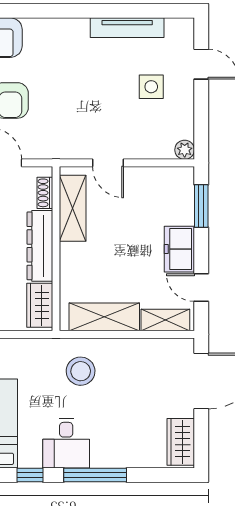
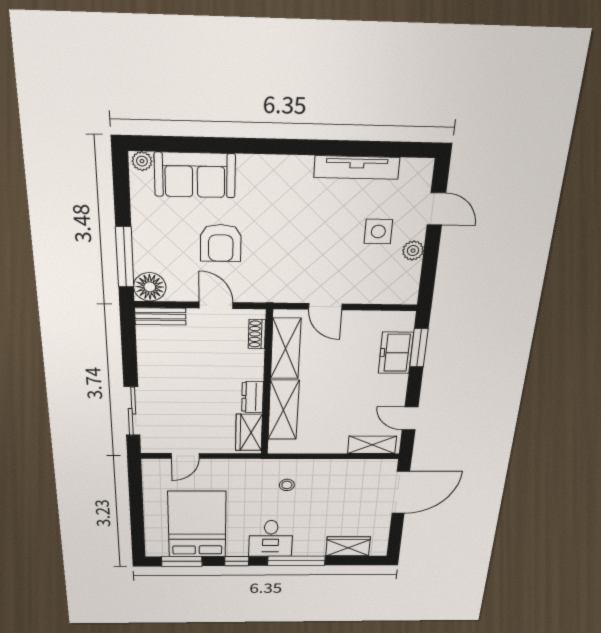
plant: (185, 150) -> (413, 251), moved
dresser: (40, 246) -> (252, 397), width x0.51, depth x0.80
freezer: (179, 249) -> (396, 353), moved
shelving: (104, 317) -> (283, 410), moved, turned 90
stool: (81, 371) -> (287, 485), width x0.53, depth x0.53
wardrobe: (181, 442) -> (348, 546), moved, turned 90

